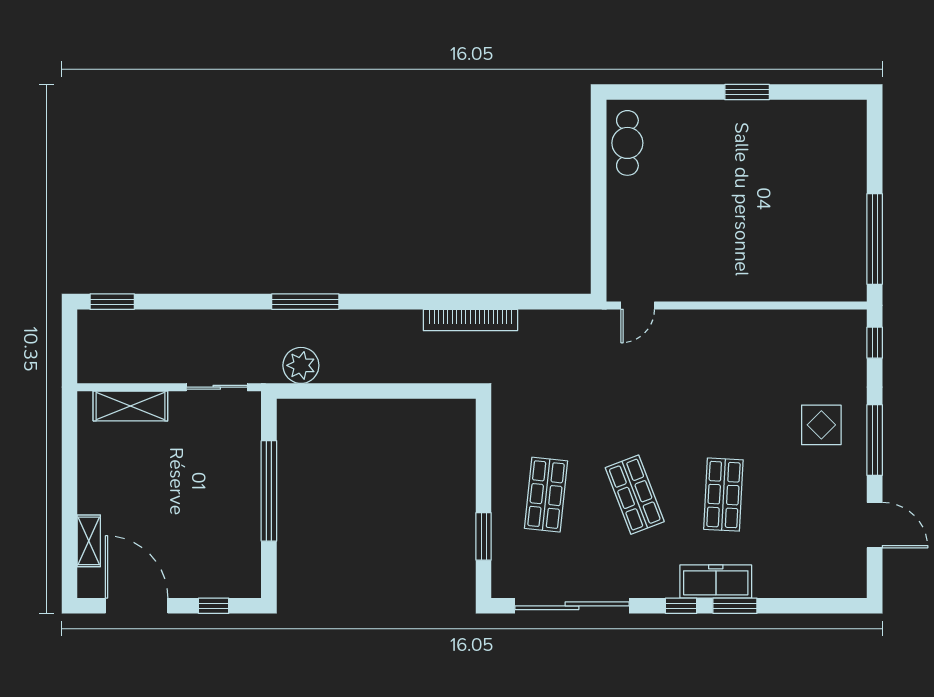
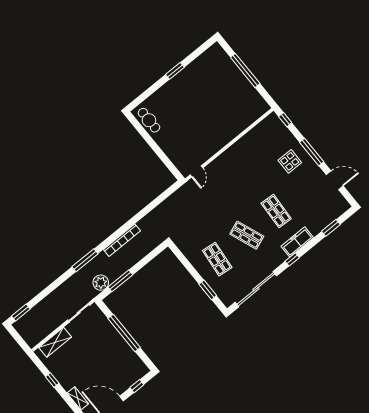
window: (875, 239) -> (245, 70), moved
bookcase: (470, 320) -> (122, 240), moved
window: (339, 391) -> (120, 281), added
window: (70, 470) -> (52, 380), added
window: (735, 606) -> (331, 228), moved

